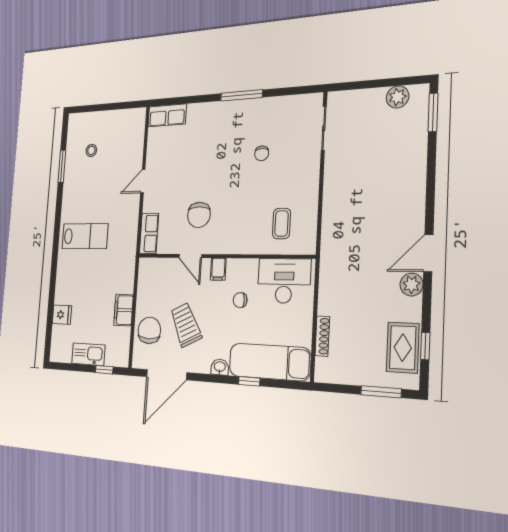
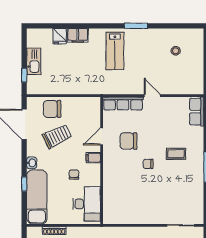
chair: (262, 153) -> (148, 164), moved
window: (62, 166) -> (136, 26), moved
coffee table: (281, 224) -> (176, 154), moved
row of seats: (149, 233) -> (123, 103), width x1.48
filing cabinet: (124, 310) -> (78, 35), moved, turned 180
chair: (149, 330) -> (52, 109), turned 180

